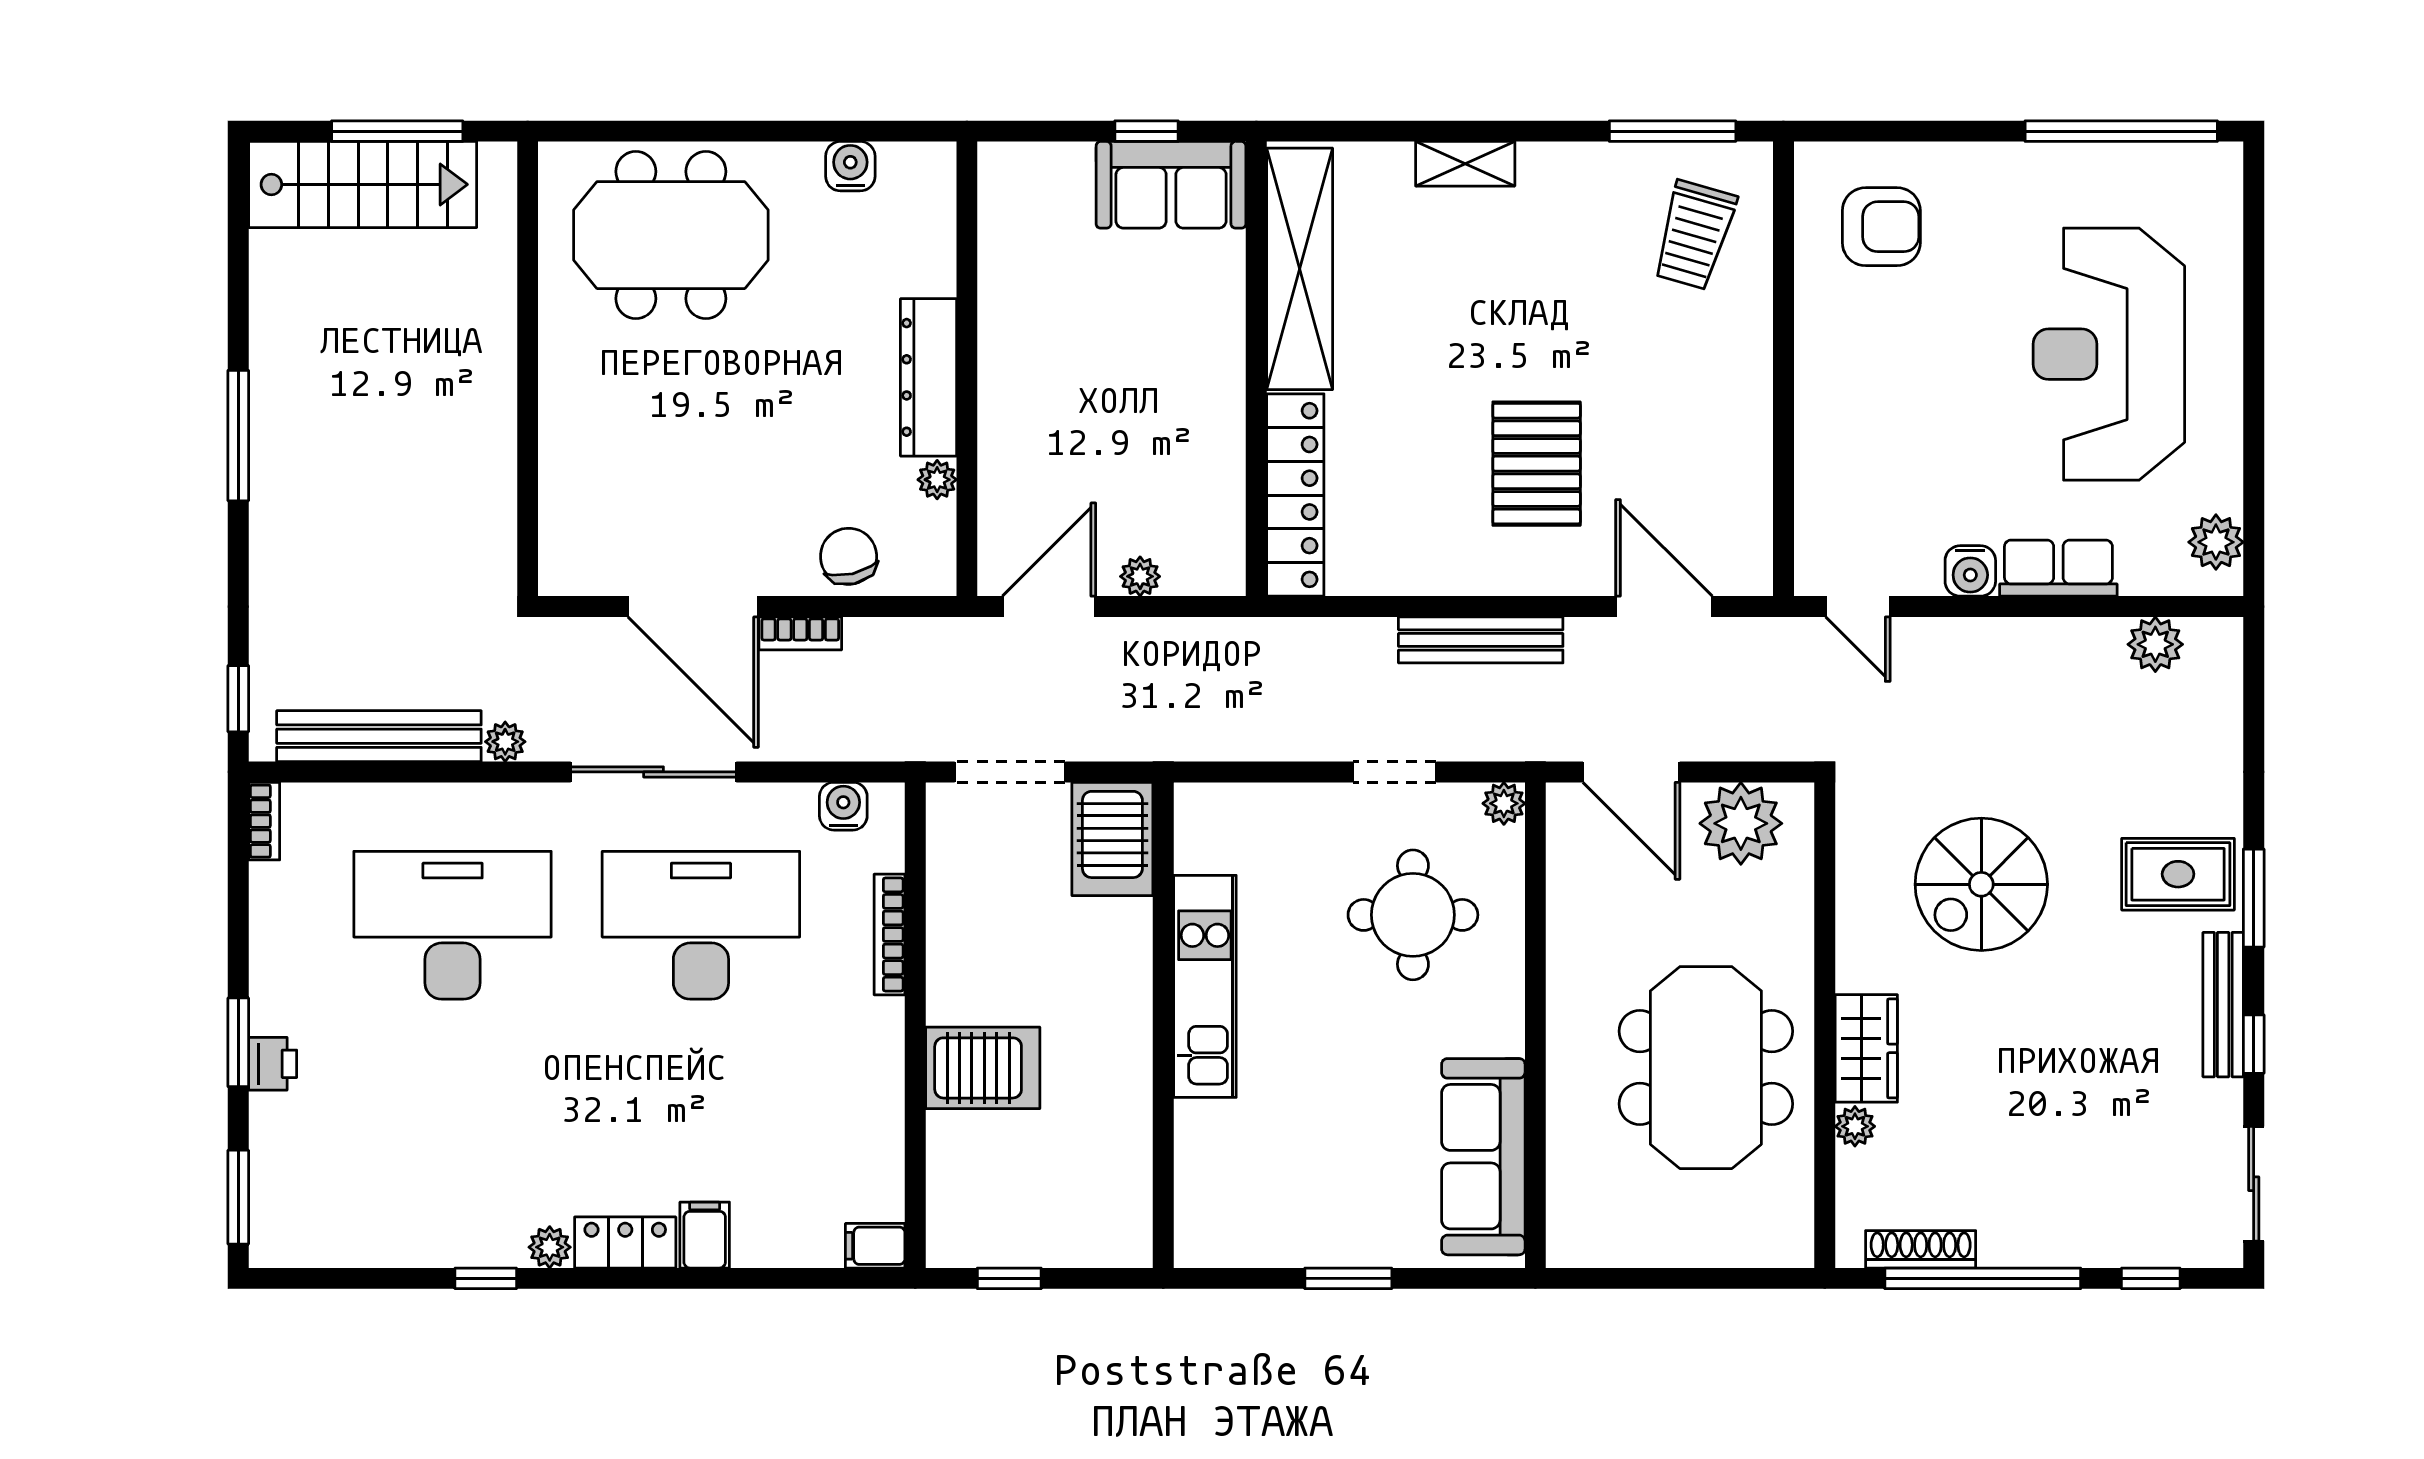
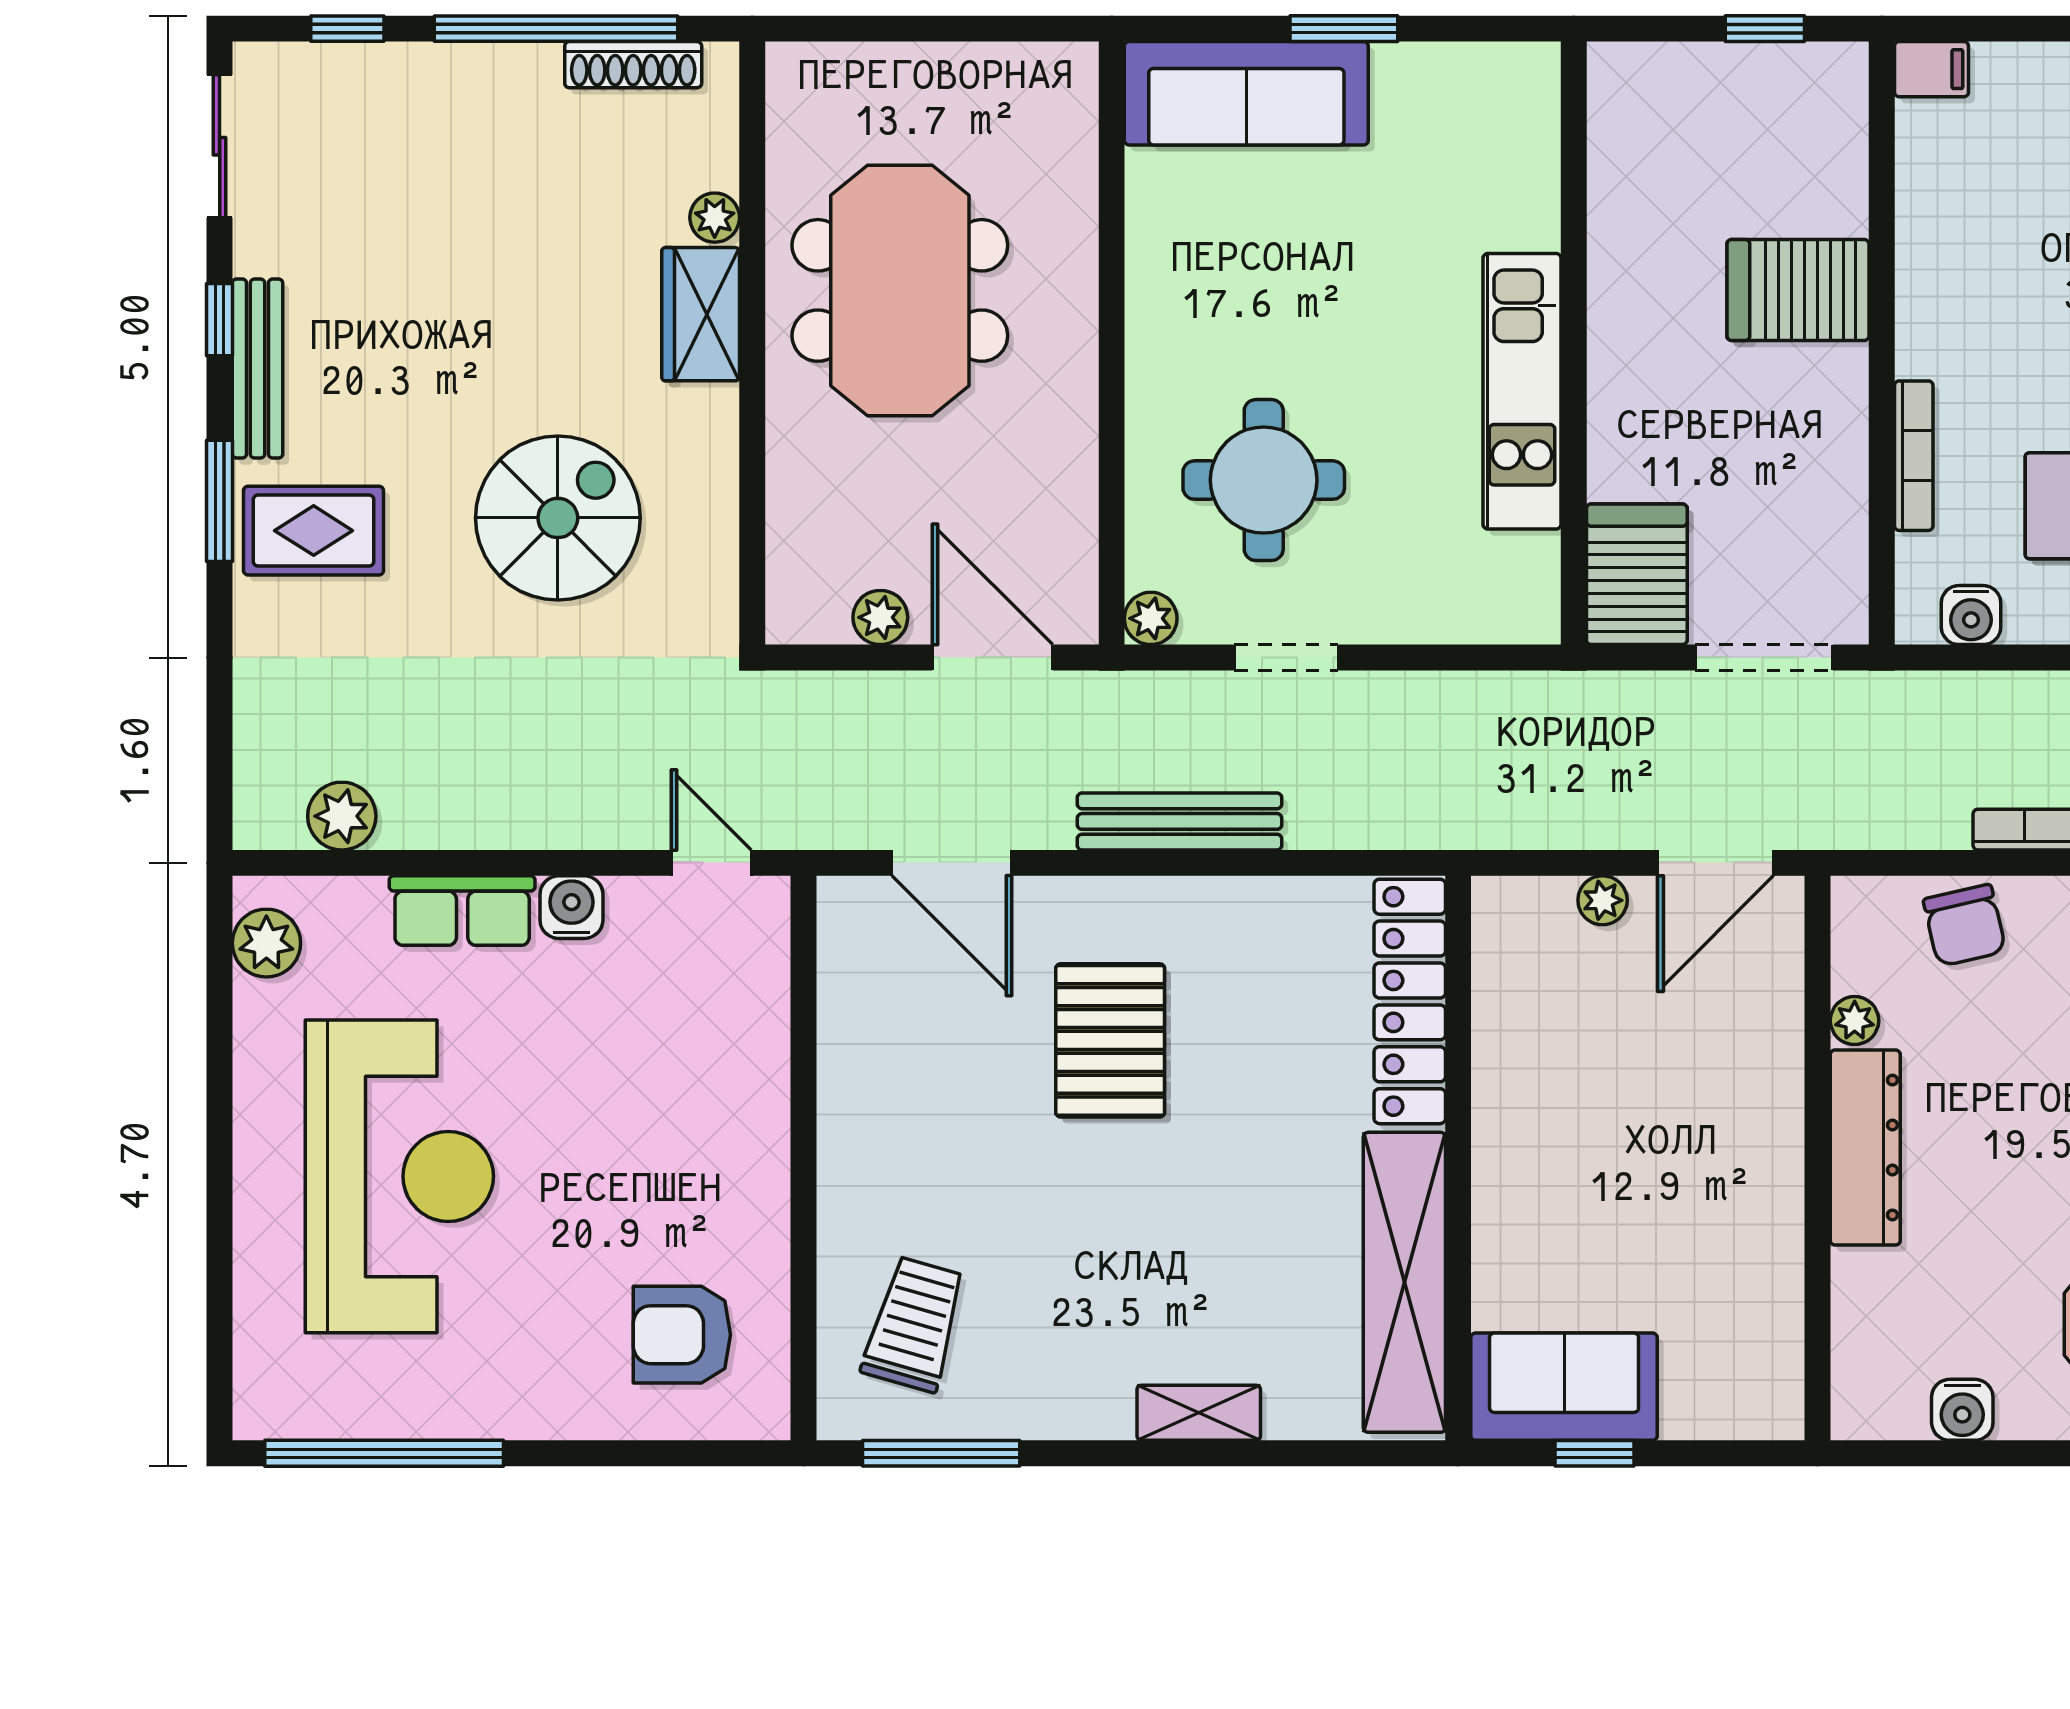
plant: (1741, 823) -> (880, 617), width x0.53, depth x0.53
sofa: (1483, 1157) -> (1246, 93), moved, turned 90

